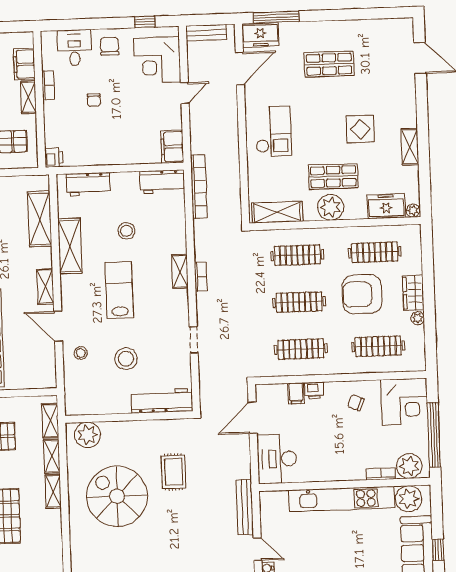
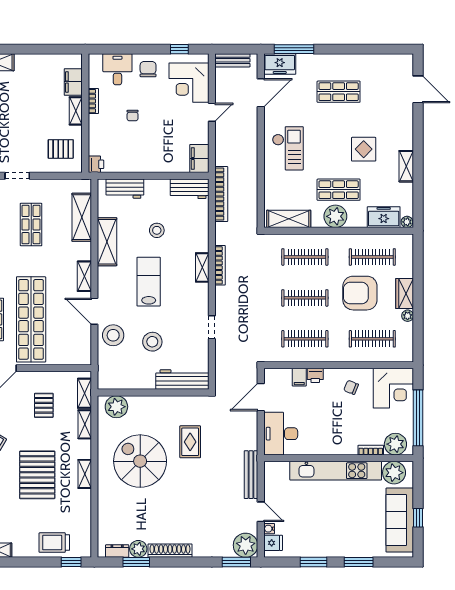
bookcase: (201, 277) -> (220, 265), width x1.56
stool: (81, 353) -> (113, 335), width x1.89, depth x1.89
shelving: (53, 491) -> (85, 474), moved

